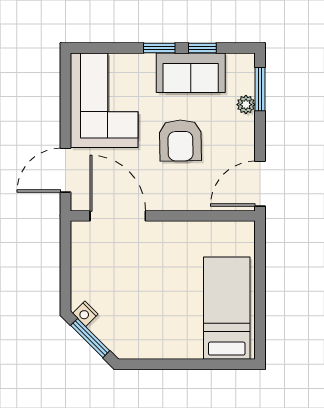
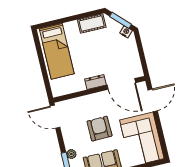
door: (260, 184) -> (55, 117), swing flipped
dresser: (167, 232) -> (95, 82), added
cot: (147, 345) -> (92, 24), added

